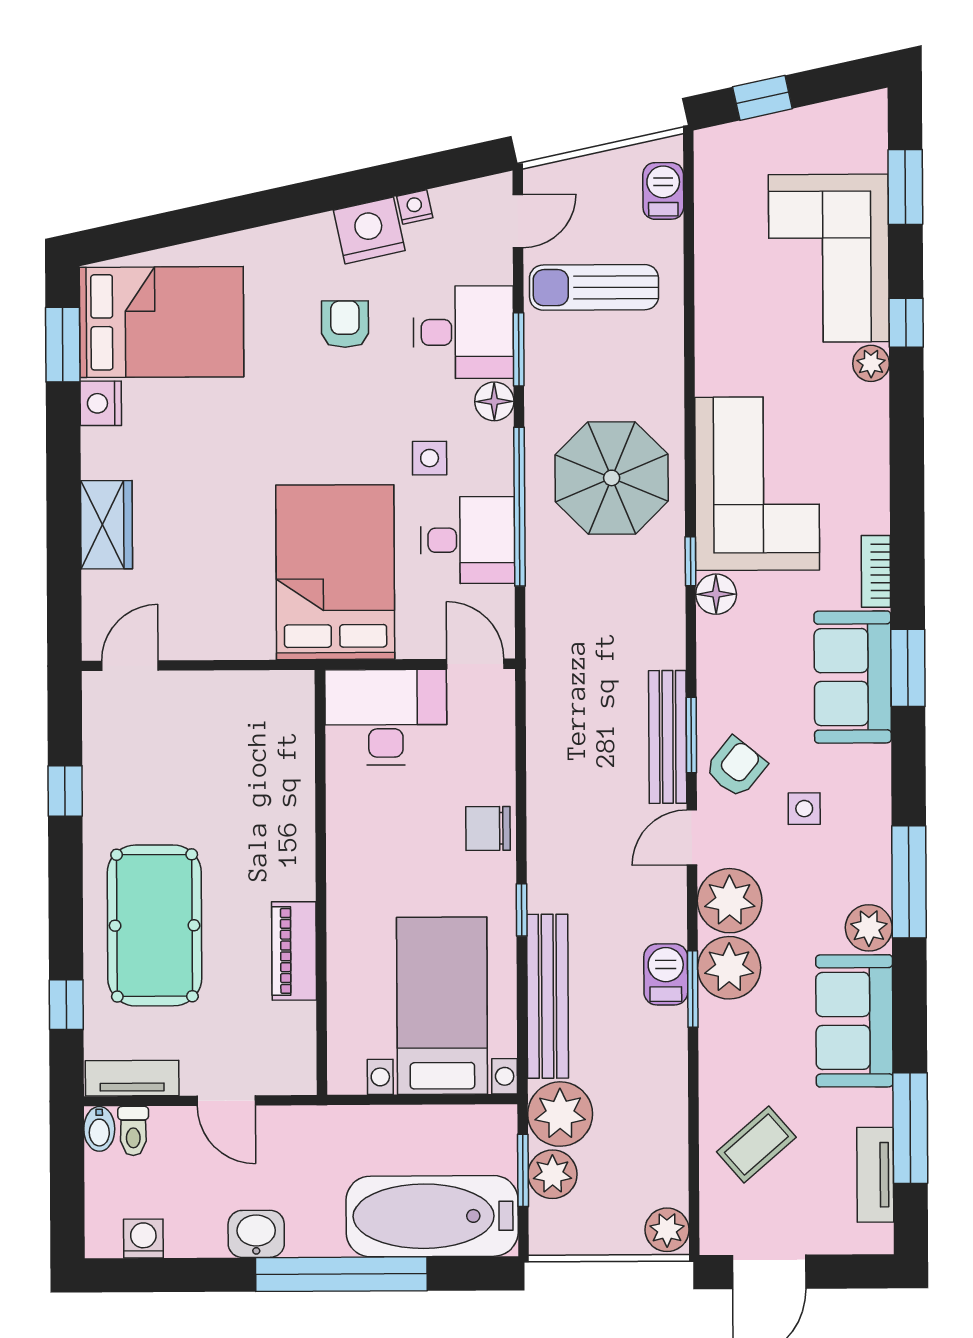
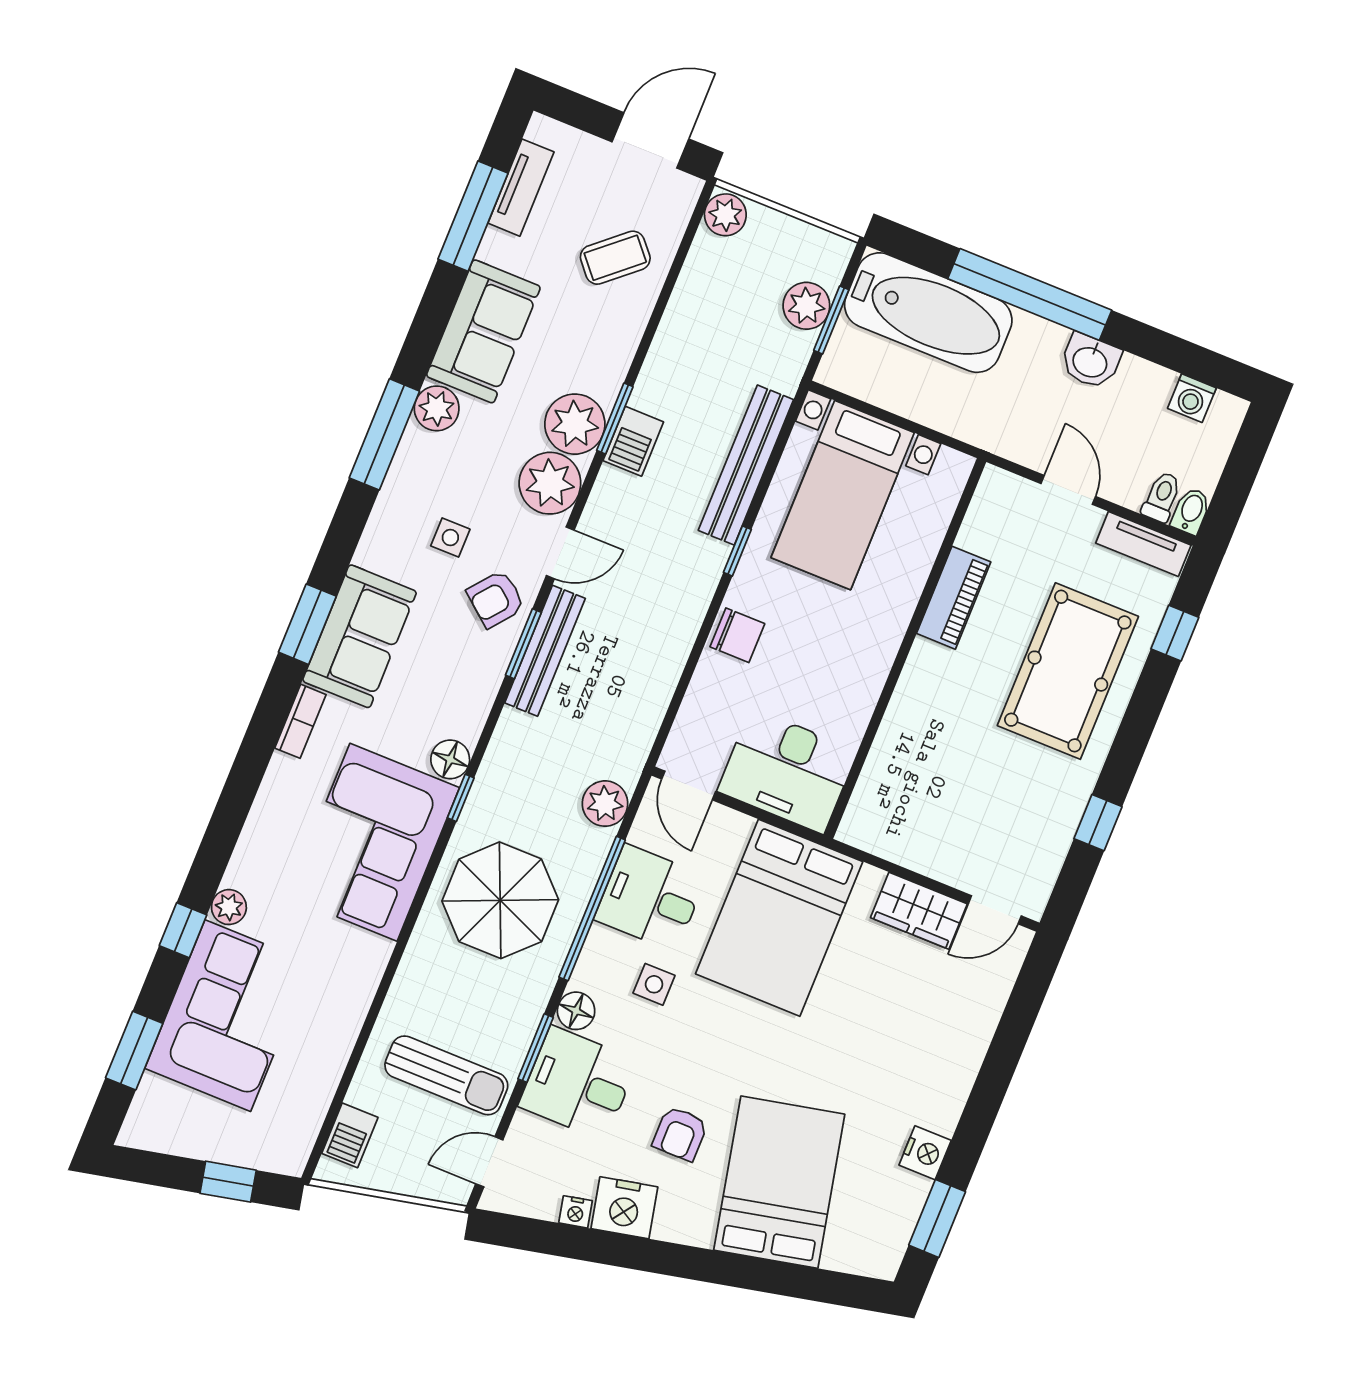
bed: (162, 322) -> (779, 1182), moved, turned 78
wardrobe: (106, 525) -> (919, 911), moved, turned -90
plant: (560, 1114) -> (605, 804), moved, width x0.73, depth x0.73

